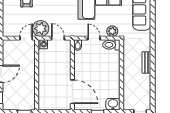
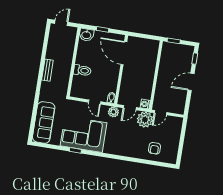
plant: (112, 31) -> (113, 112), moved
door: (58, 38) -> (130, 108), hinge flipped
toilet: (111, 45) -> (82, 70), moved

